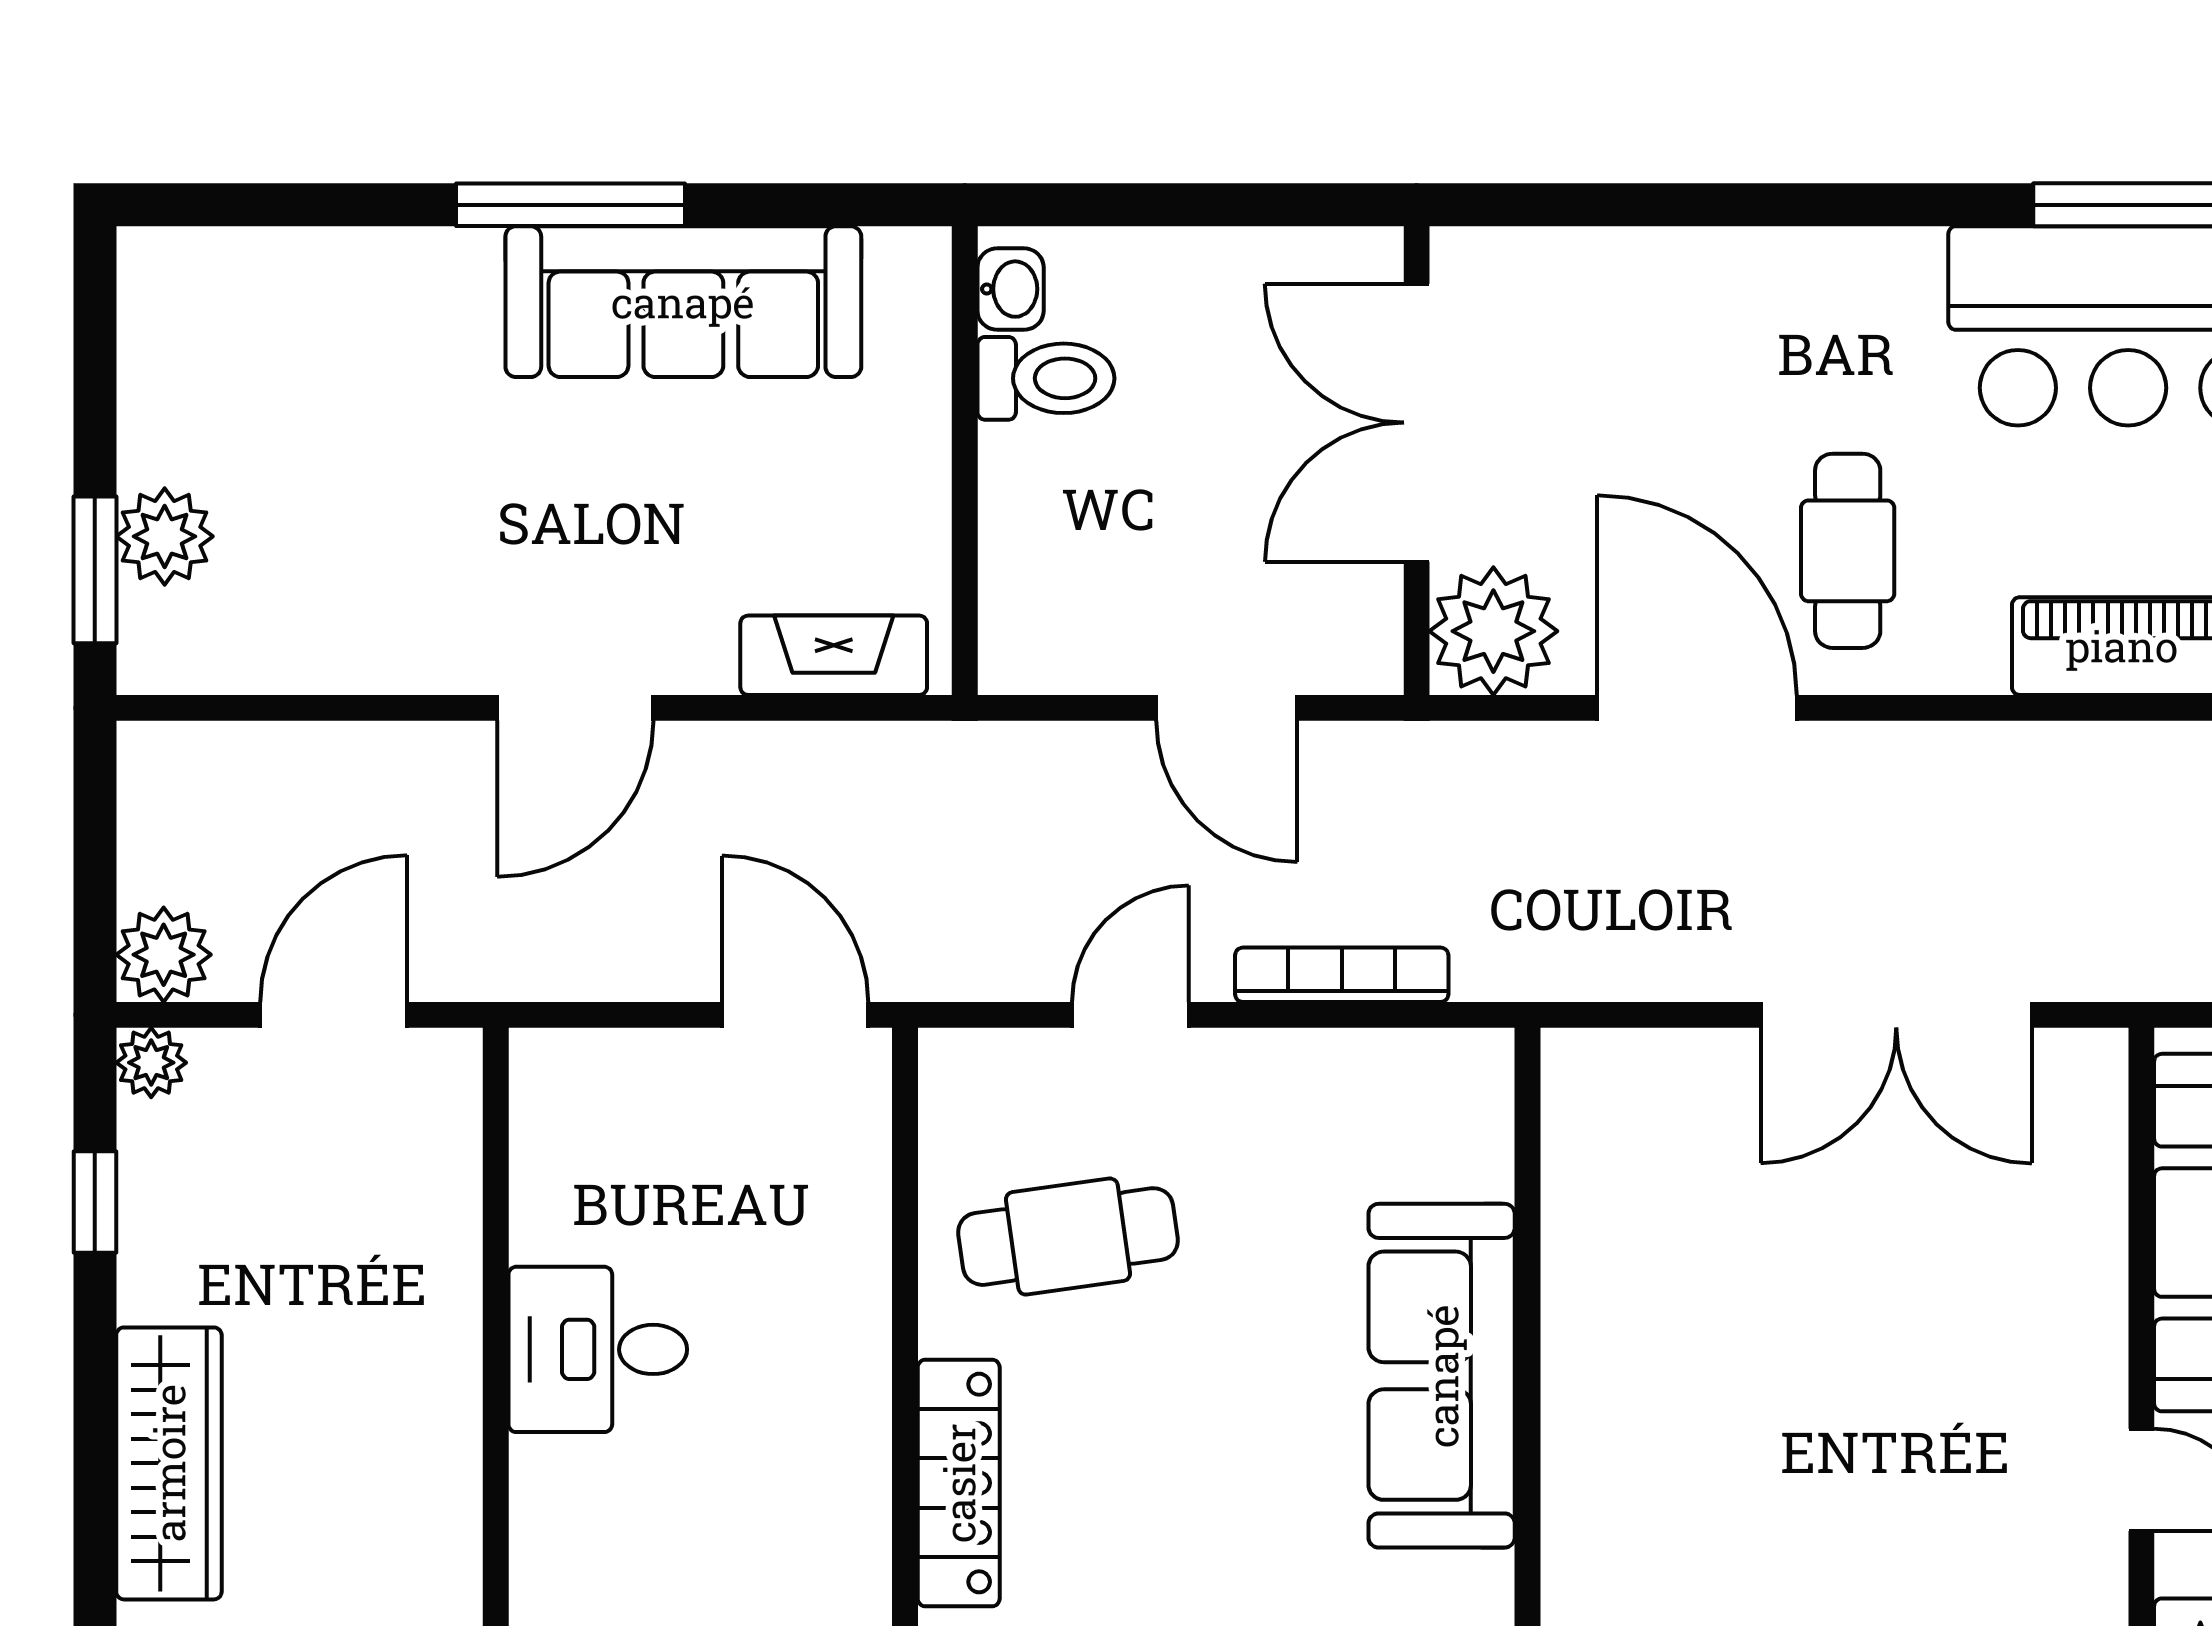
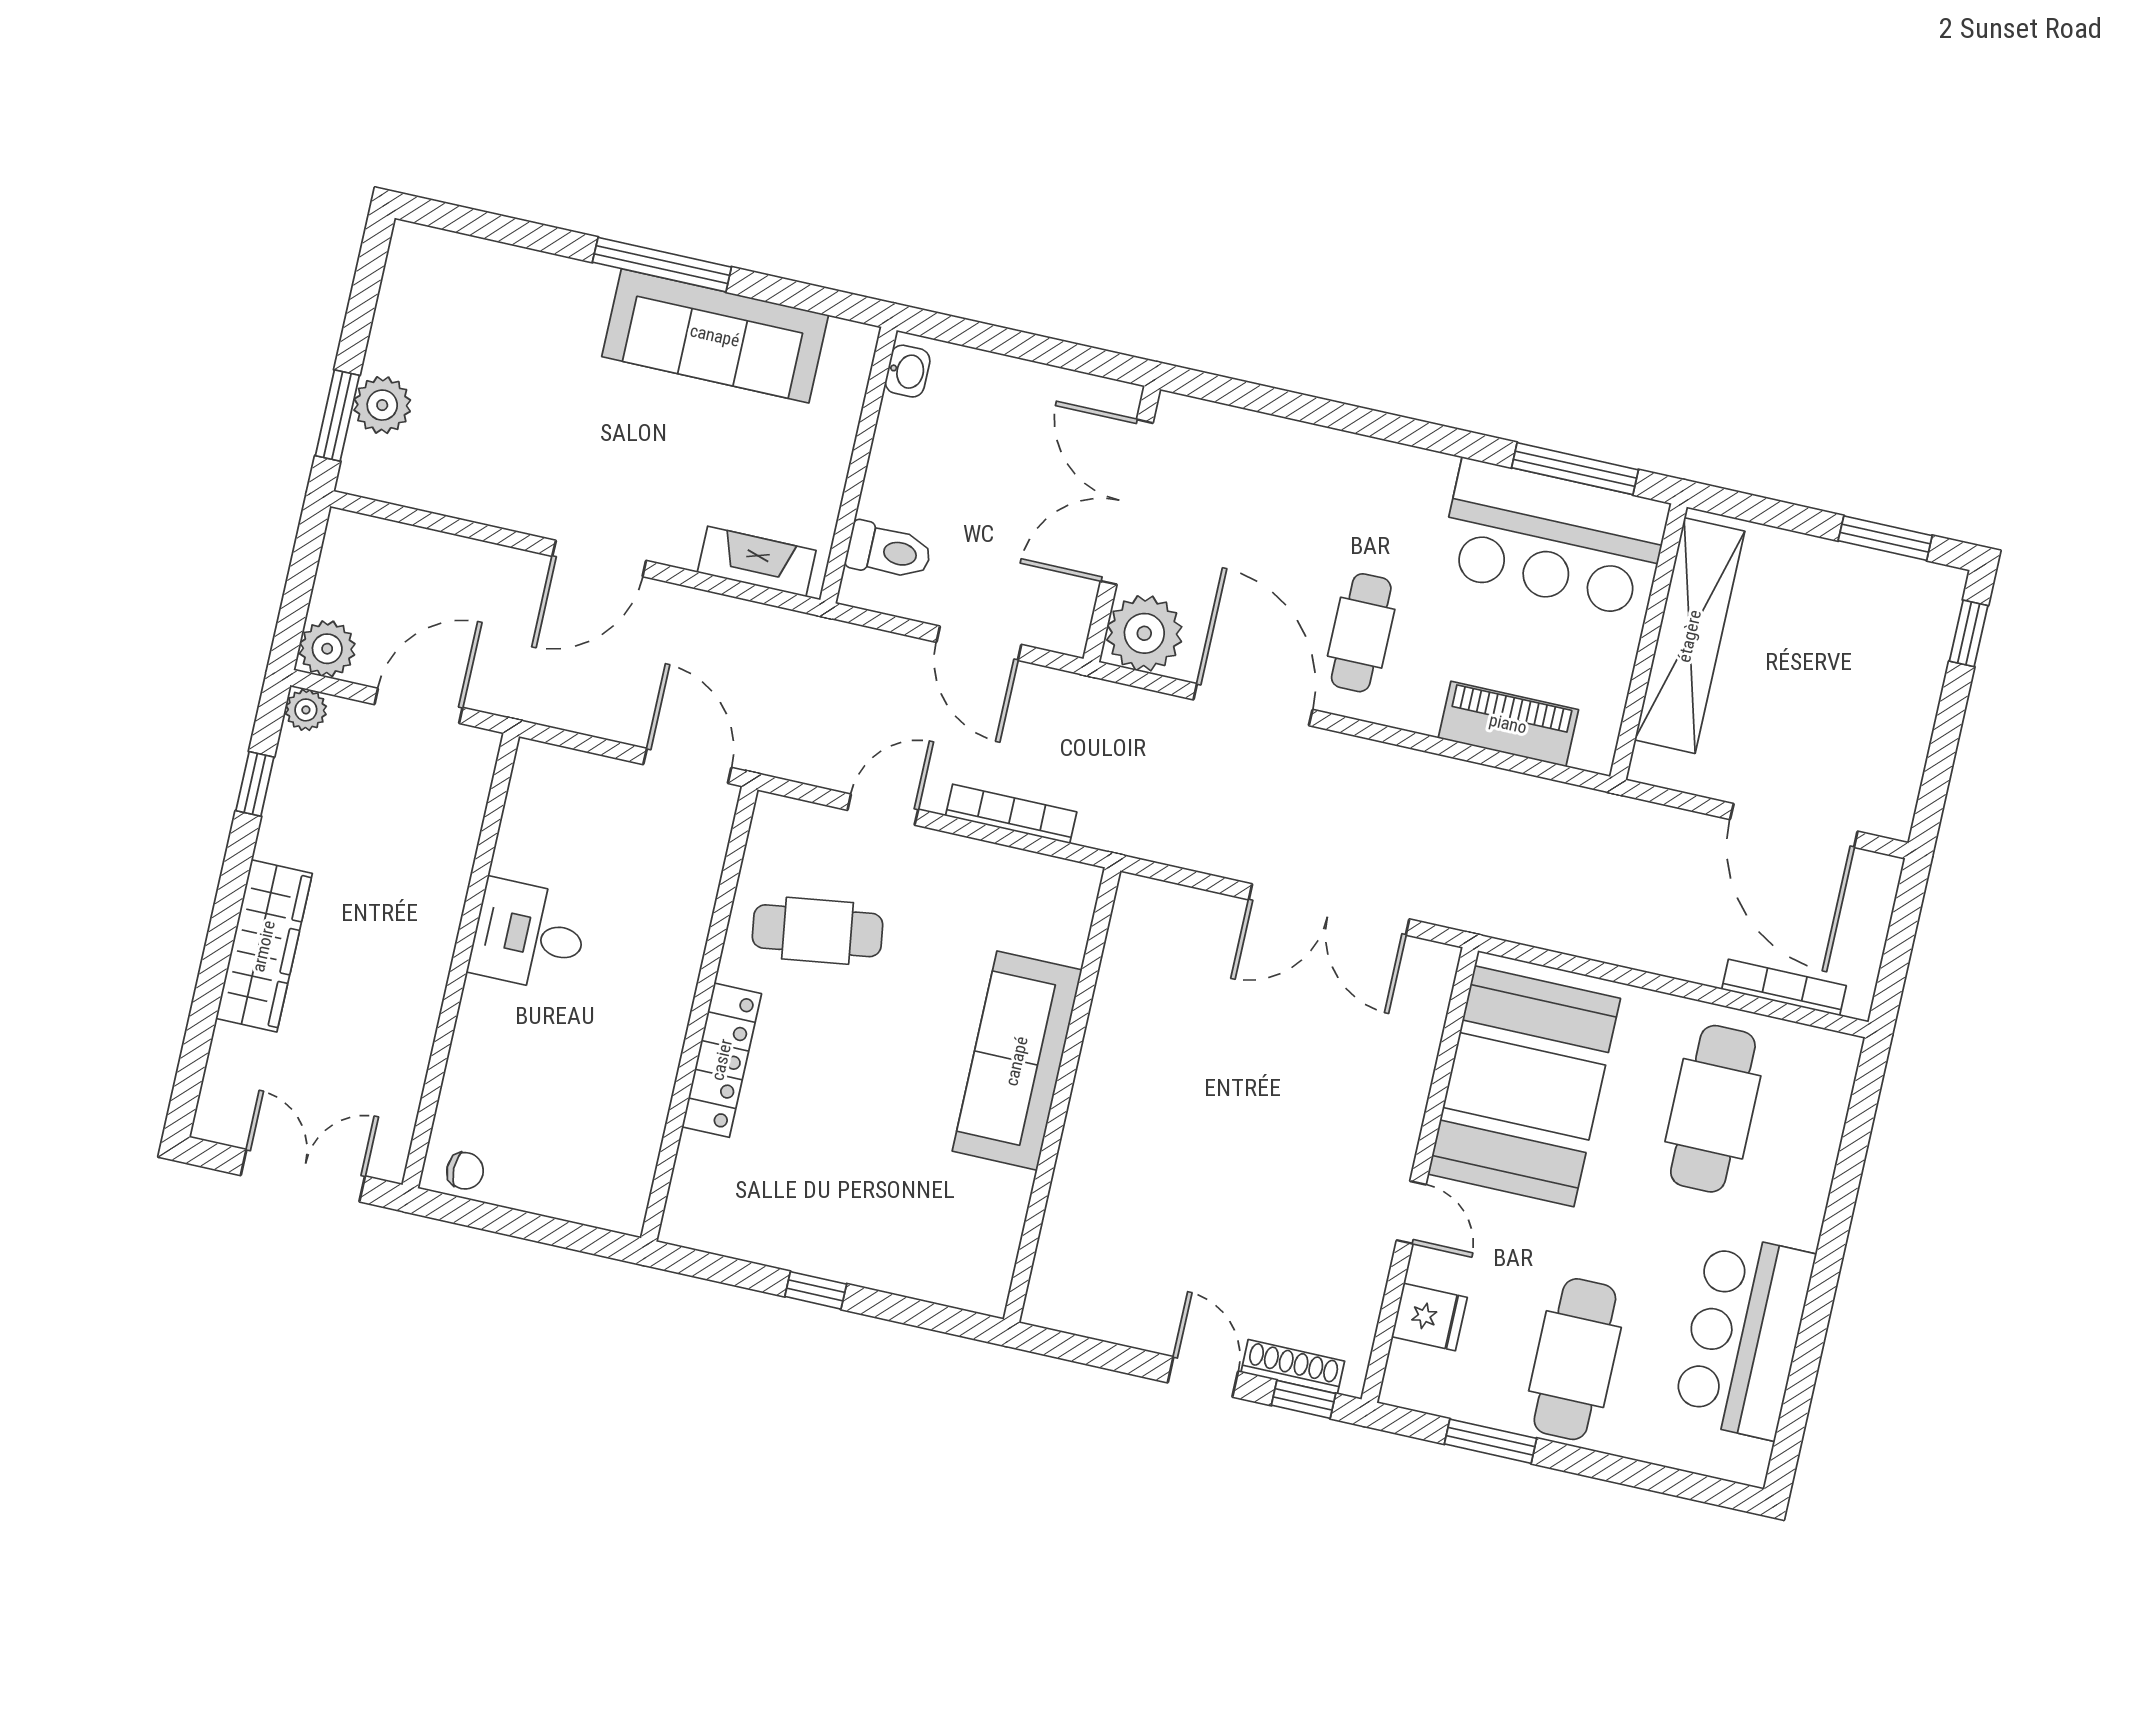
toilet: (1046, 378) -> (889, 551), moved

